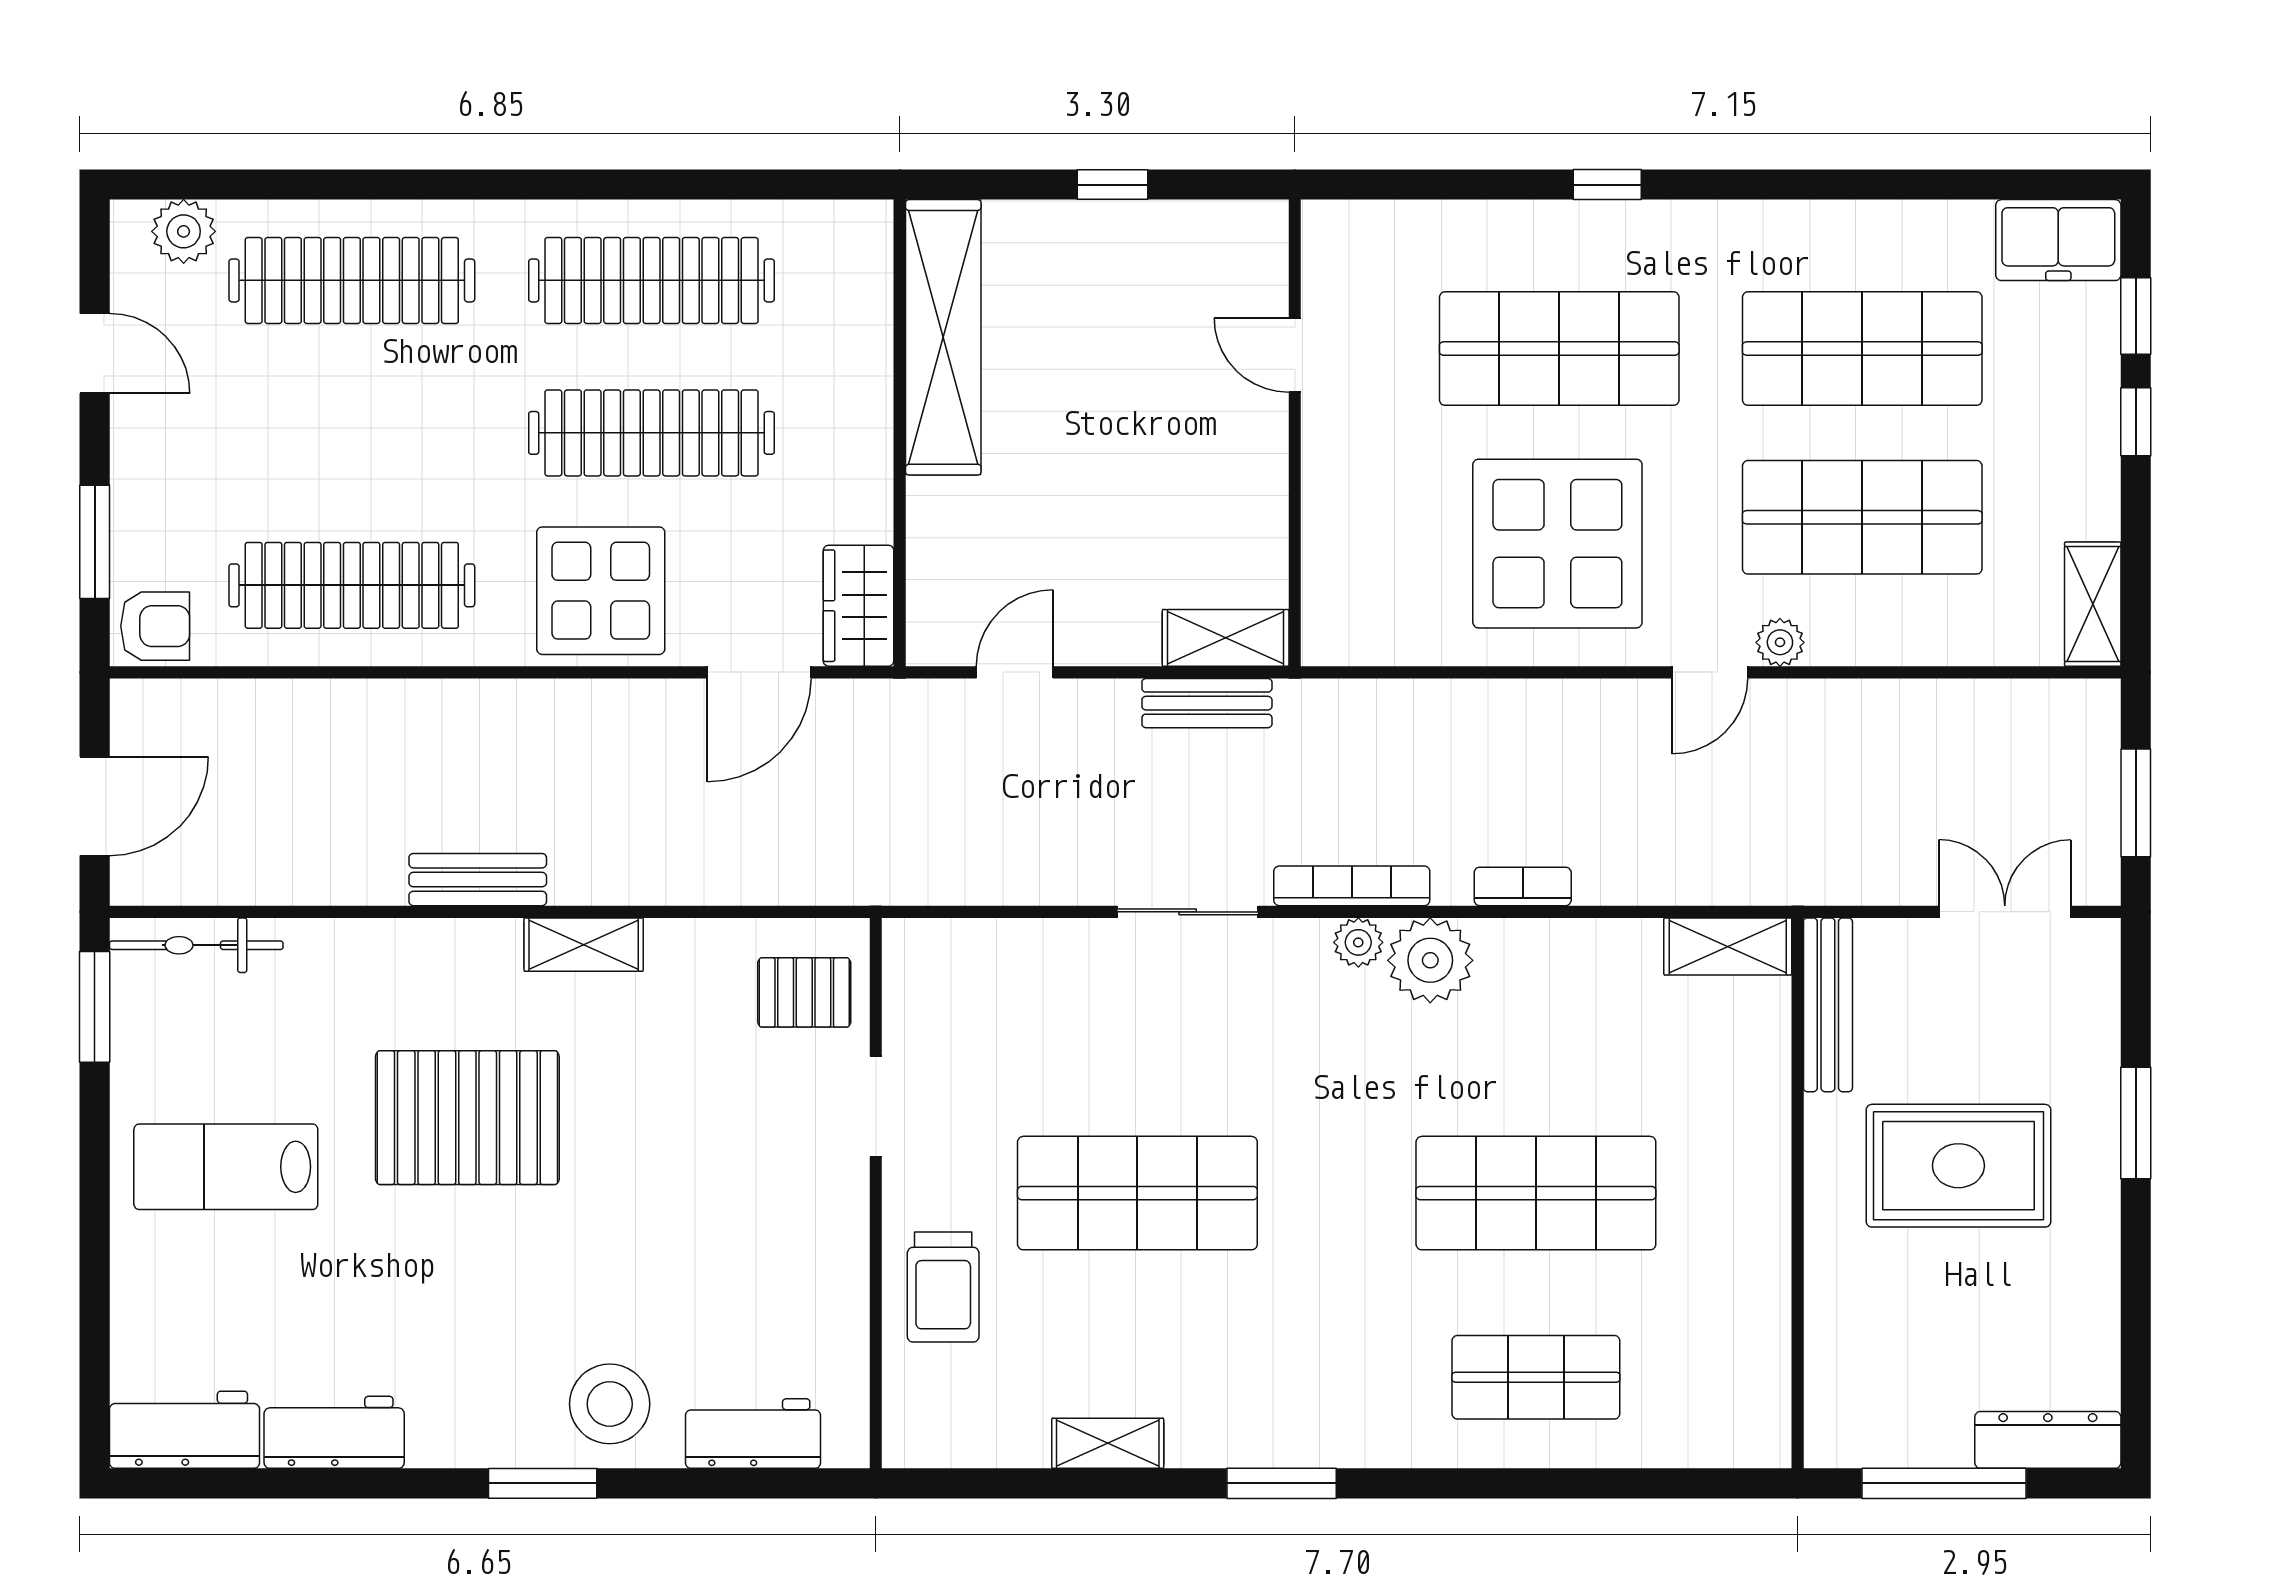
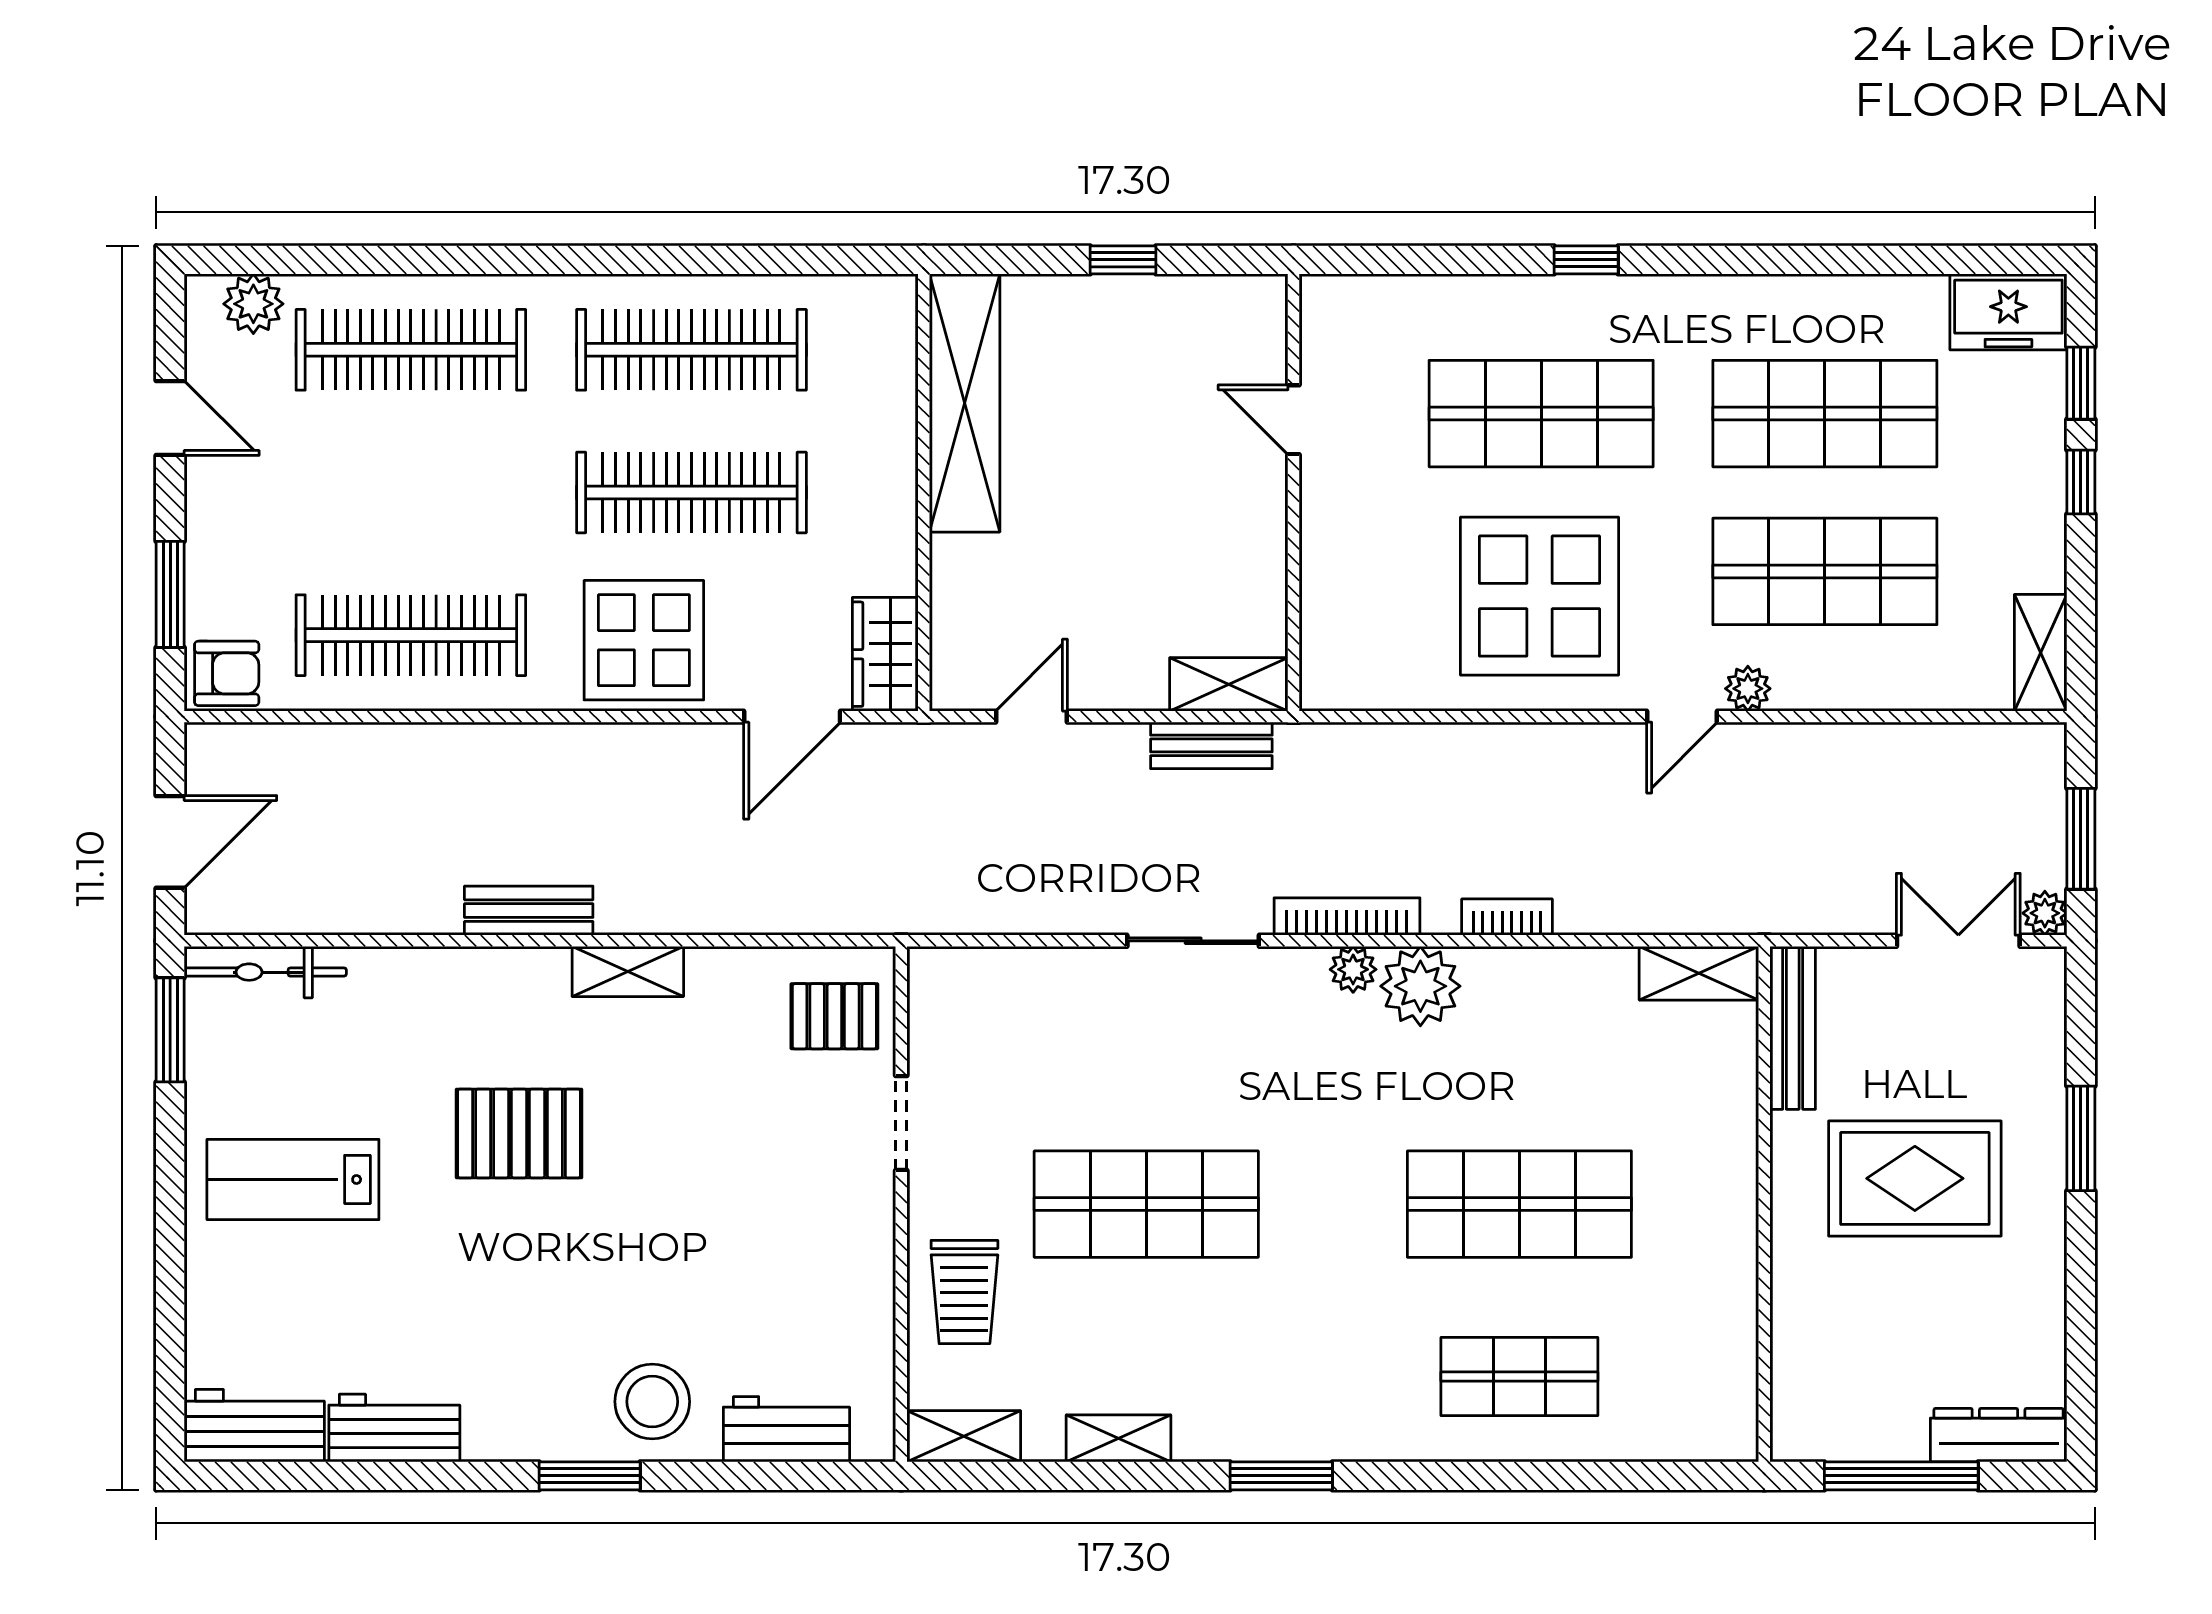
plant: (2097, 882) -> (2045, 913), added
pallet: (467, 1118) -> (519, 1134), width x0.73, depth x0.71
shelving: (942, 1441) -> (964, 1436), added

